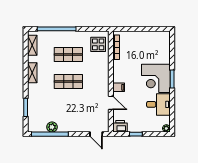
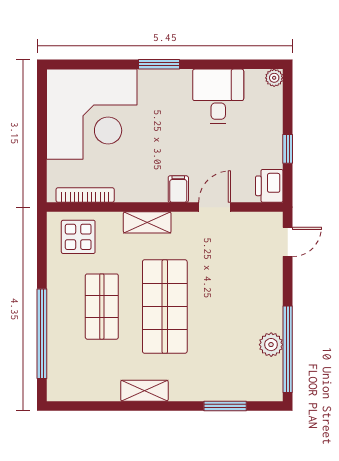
shelving: (32, 45) -> (147, 222), moved
corner desk: (156, 78) -> (92, 114), moved, width x1.36, depth x1.36
shop shelf: (68, 82) -> (165, 307), width x1.43, depth x1.36

